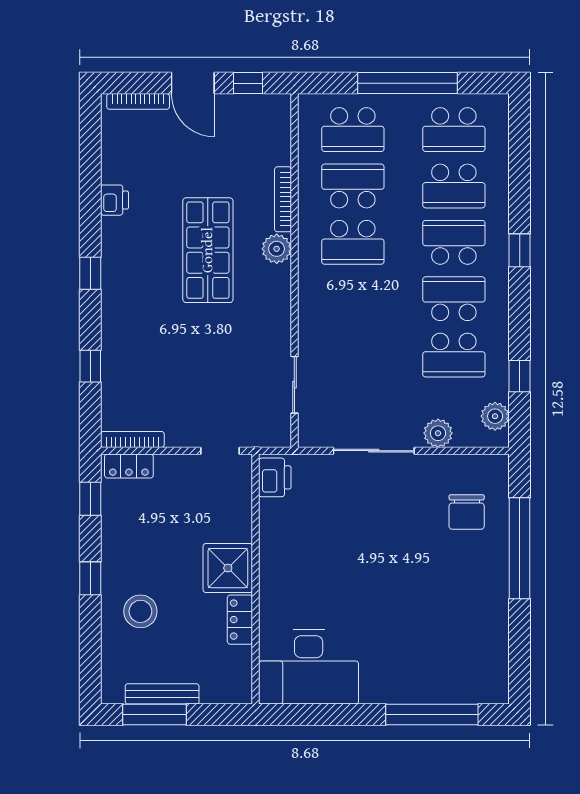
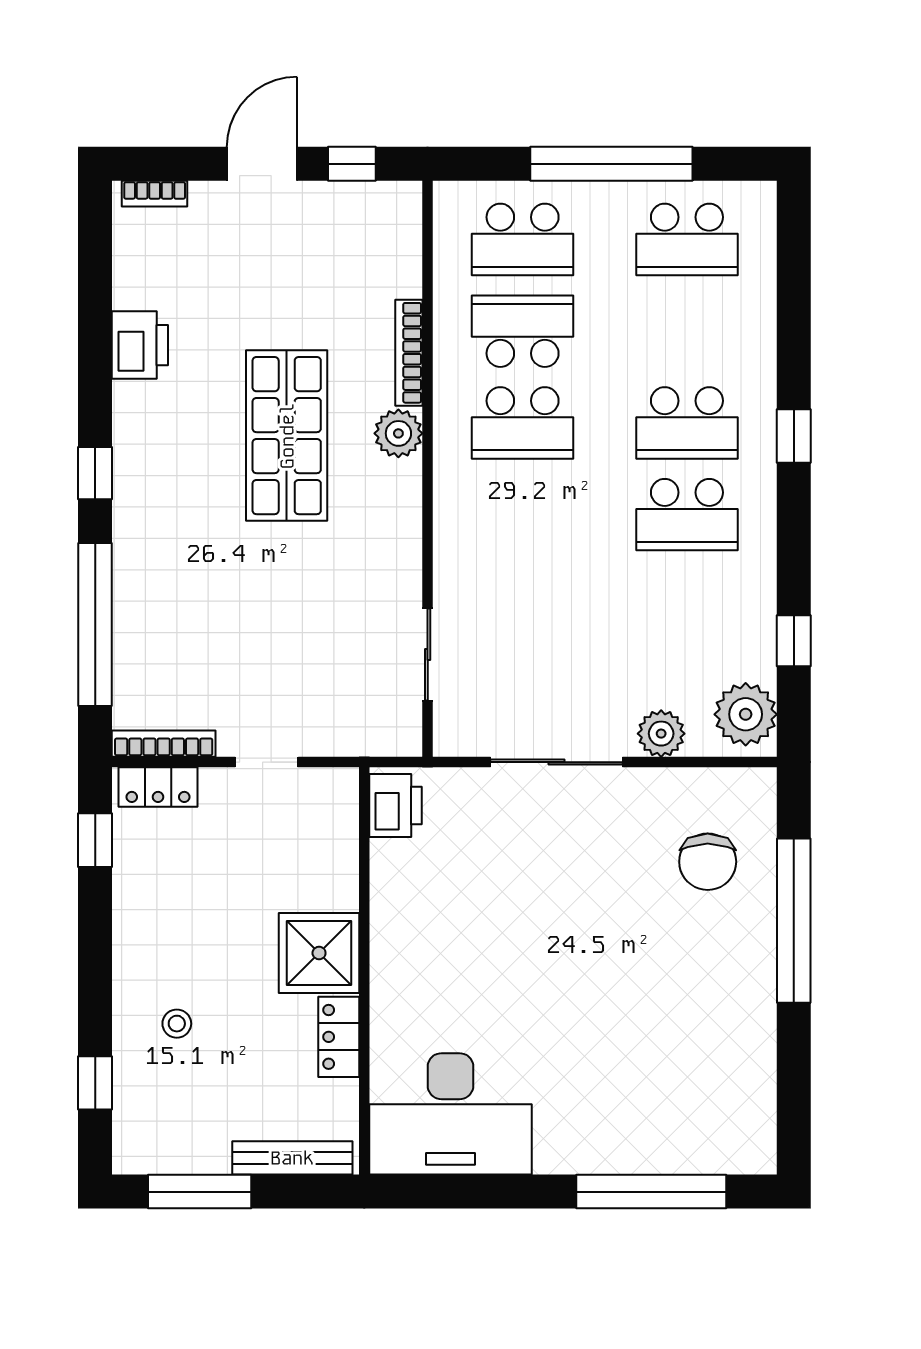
door: (193, 83) -> (262, 164), swing flipped
bookcase: (138, 101) -> (155, 194), width x0.64
school desk: (454, 186) -> (687, 331), removed
printer: (114, 200) -> (140, 345), width x1.36, depth x1.24
school desk: (454, 242) -> (687, 423), turned 180
school desk: (454, 299) -> (687, 515), turned 180
school desk: (454, 355) -> (687, 606), removed
window: (90, 366) -> (95, 624), width x3.17
plant: (495, 416) -> (746, 714), width x1.36, depth x1.36
doorway: (220, 451) -> (267, 762), moved
window: (90, 578) -> (95, 1083), moved
stool: (140, 611) -> (177, 1024), width x0.53, depth x0.53
bench: (162, 694) -> (292, 1158), moved

